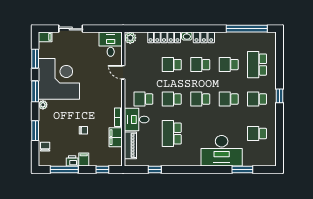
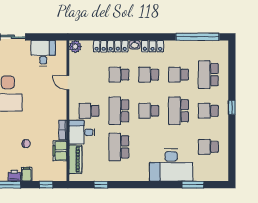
desk: (111, 44) -> (43, 53), moved
school desk: (172, 99) -> (119, 111), width x1.85
school desk: (229, 99) -> (179, 111), width x1.85

